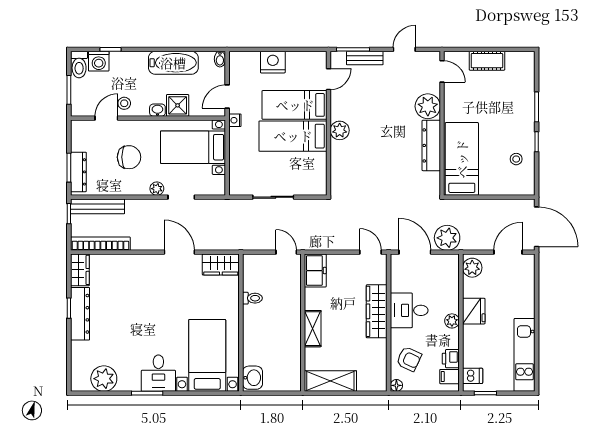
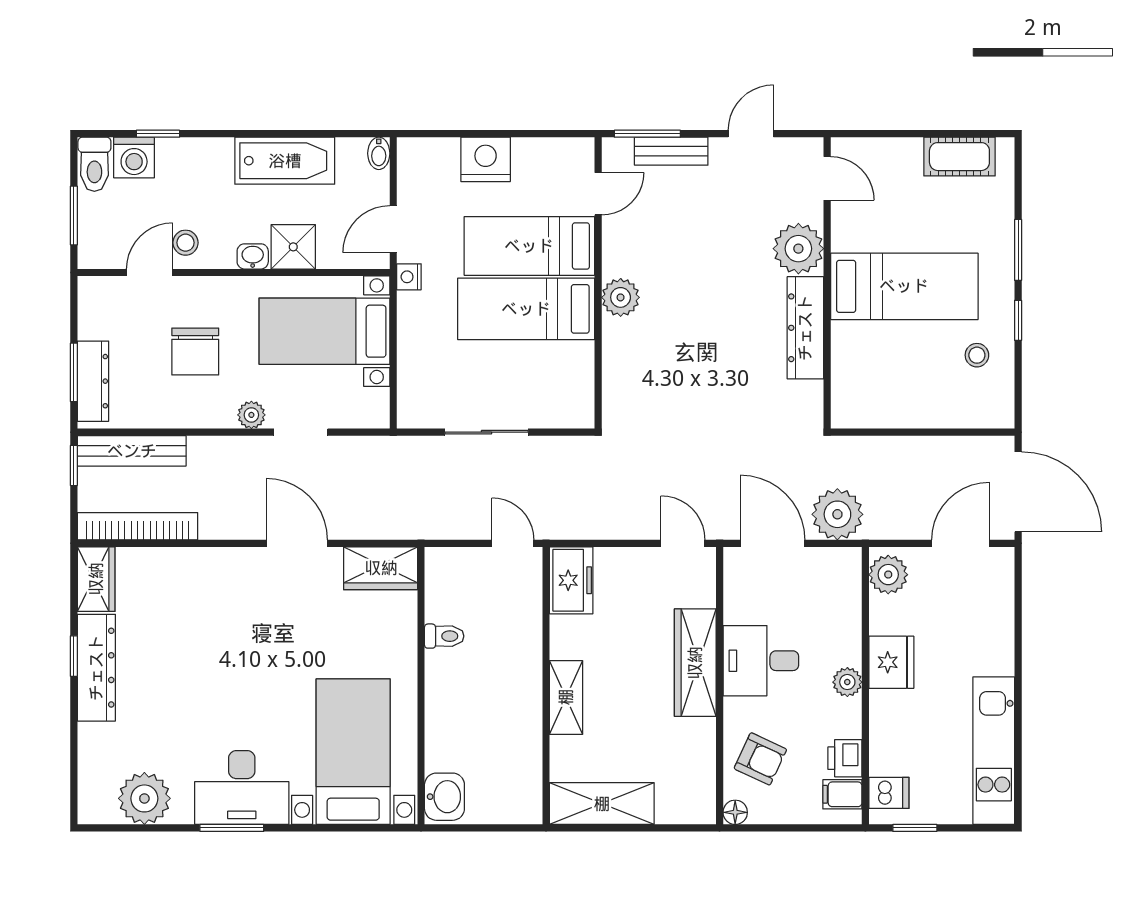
cot: (487, 61) -> (959, 157), moved
chair: (129, 157) -> (195, 352), turned 90
bed: (462, 159) -> (904, 286), moved, turned 90
desk: (158, 373) -> (242, 787), width x1.37

